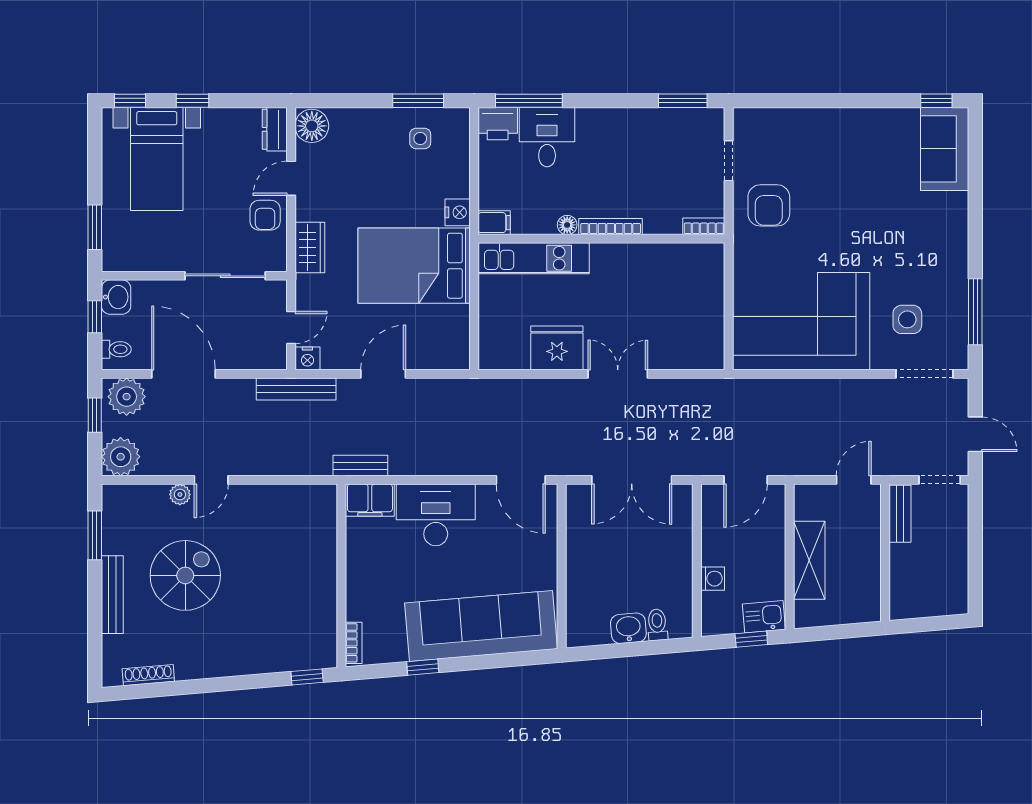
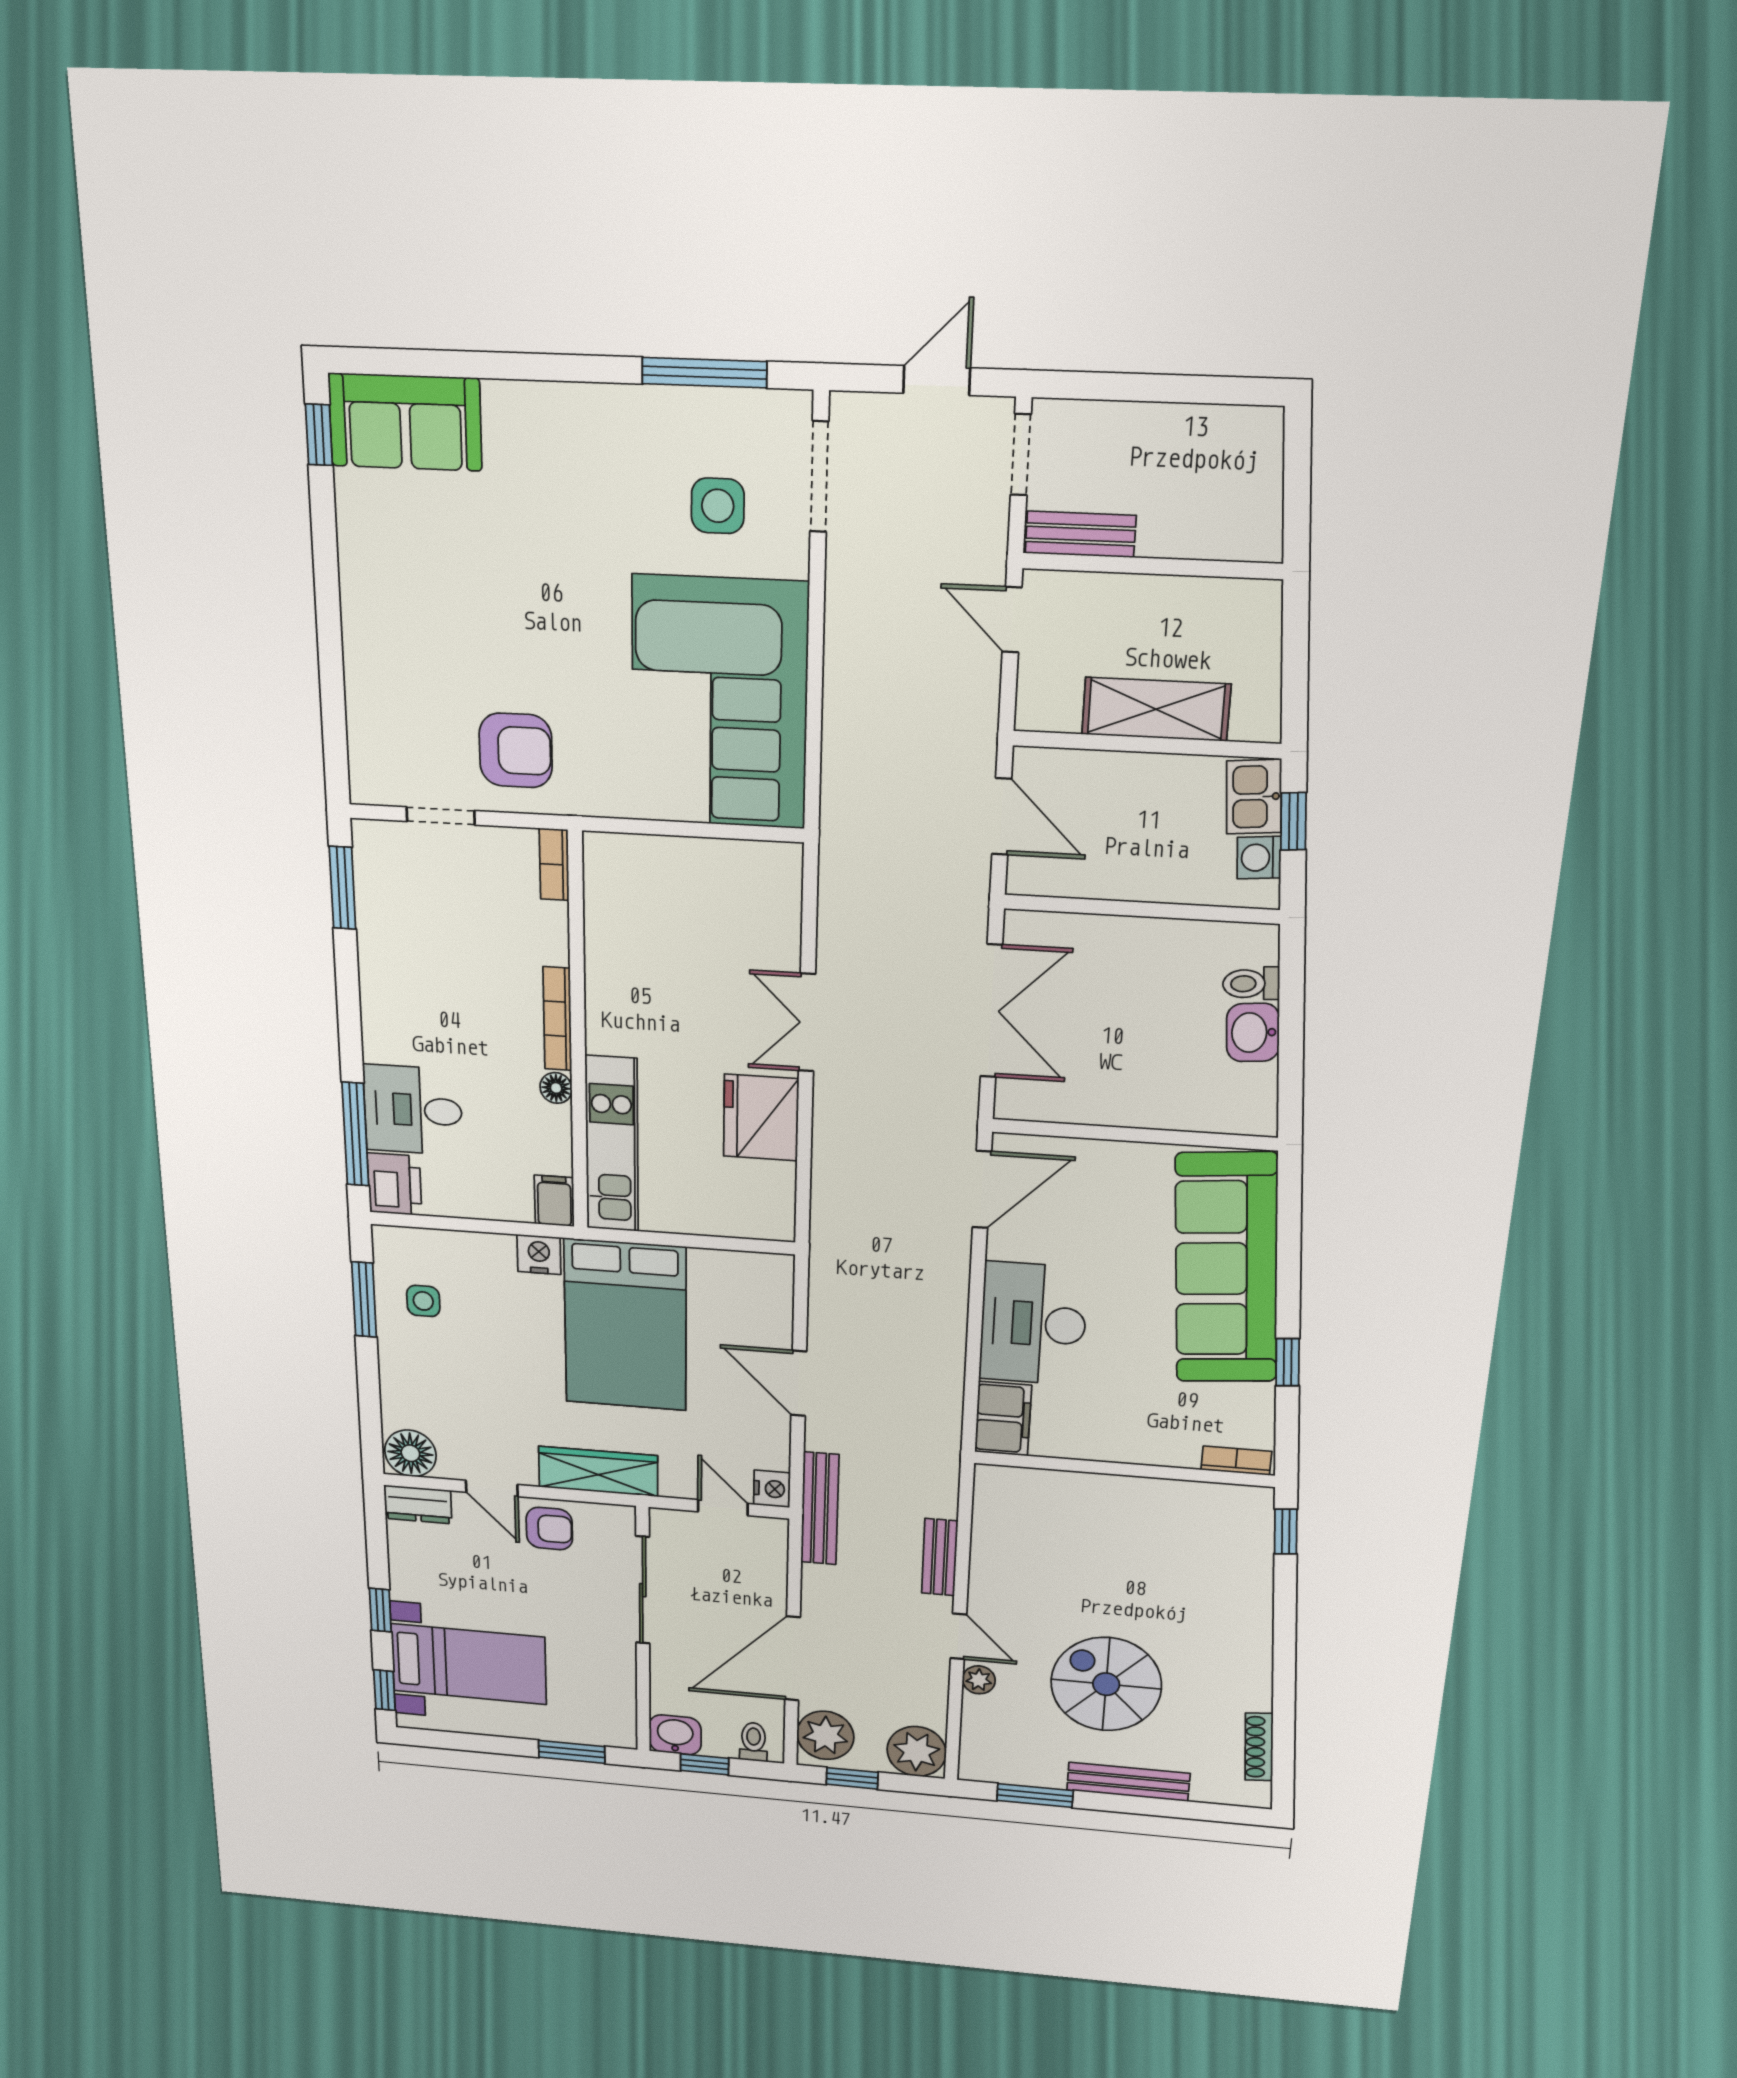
wardrobe: (310, 248) -> (598, 1471), width x1.50
bench: (360, 466) -> (940, 1557), moved
washing machine: (713, 579) -> (1259, 858), moved, turned -95

